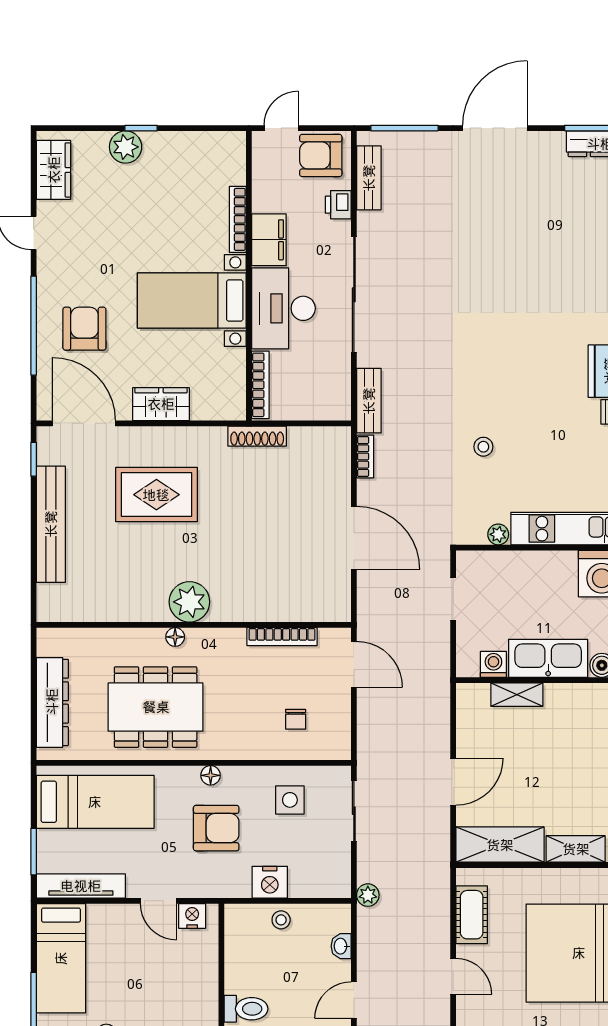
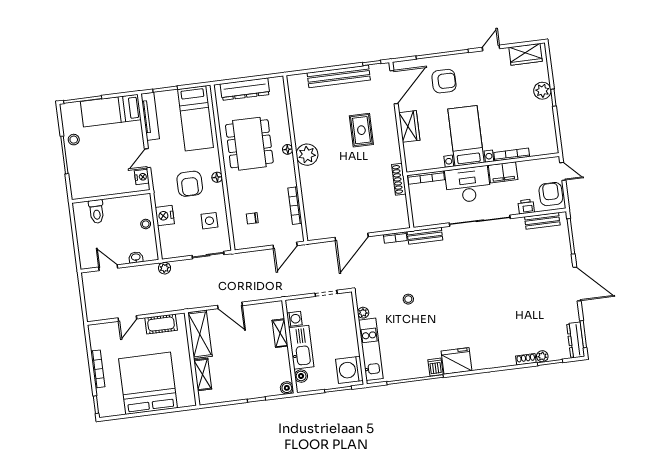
rug: (156, 495) -> (361, 130), width x0.73, depth x0.70

